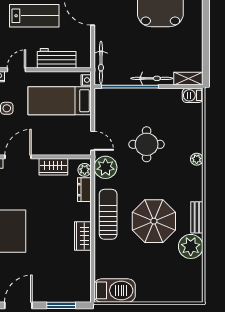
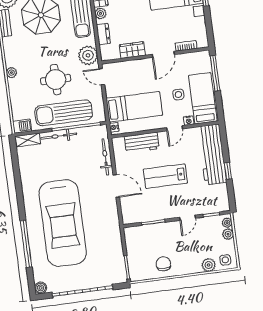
bicycle: (101, 62) -> (105, 157), moved
sun lounger: (143, 105) -> (64, 113), added
plant: (85, 170) -> (101, 13), moved

